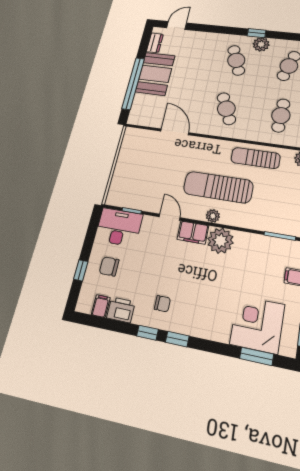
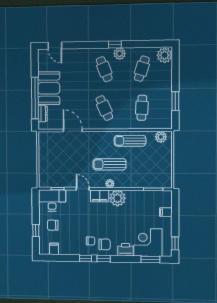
door: (177, 25) -> (55, 46), swing flipped
dresser: (155, 43) -> (43, 114), moved
sun lounger: (218, 187) -> (109, 164), width x0.73, depth x0.75
printer: (121, 310) -> (125, 250), moved
chair: (184, 314) -> (105, 244), added

